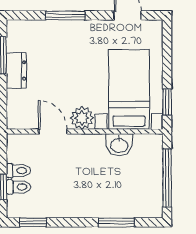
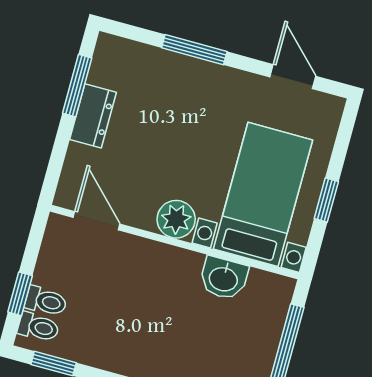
window: (167, 102) -> (326, 200), moved
door: (53, 132) -> (96, 221), moved
toilet: (18, 171) -> (38, 327), moved

